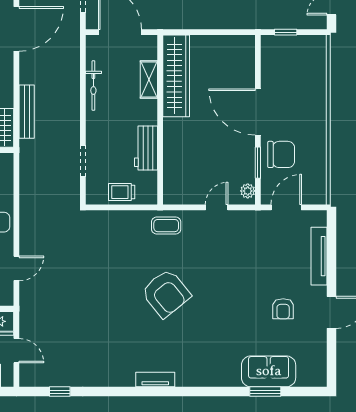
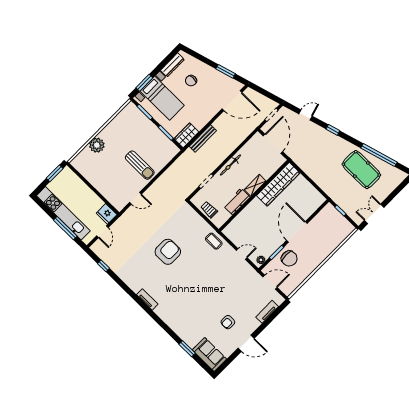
shelving: (149, 79) -> (255, 185), moved
bicycle: (93, 86) -> (230, 165), moved
tv unit: (319, 256) -> (267, 312), width x0.71
armchair: (166, 293) -> (168, 252), moved, turned -141
sofa: (269, 371) -> (209, 354), moved

